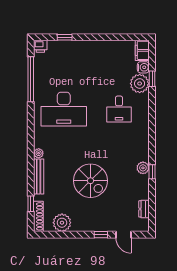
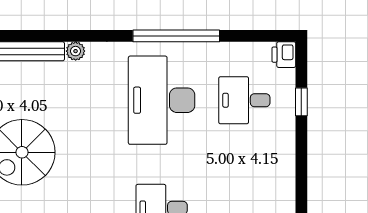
desk: (64, 67) -> (244, 100), added
window: (31, 79) -> (176, 36), moved

